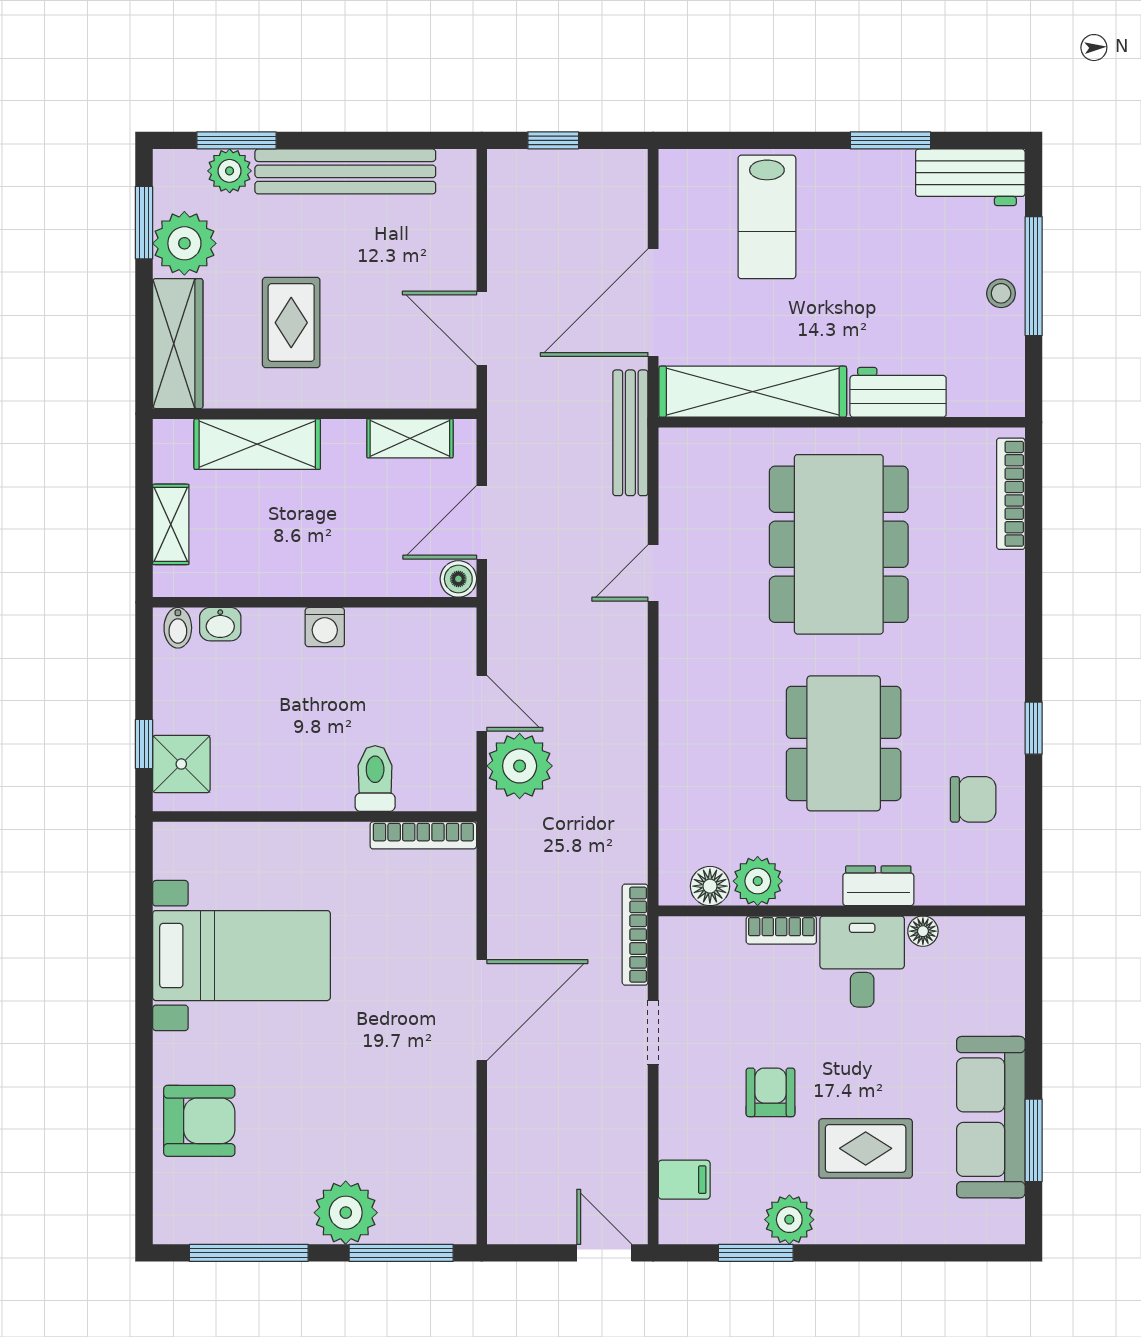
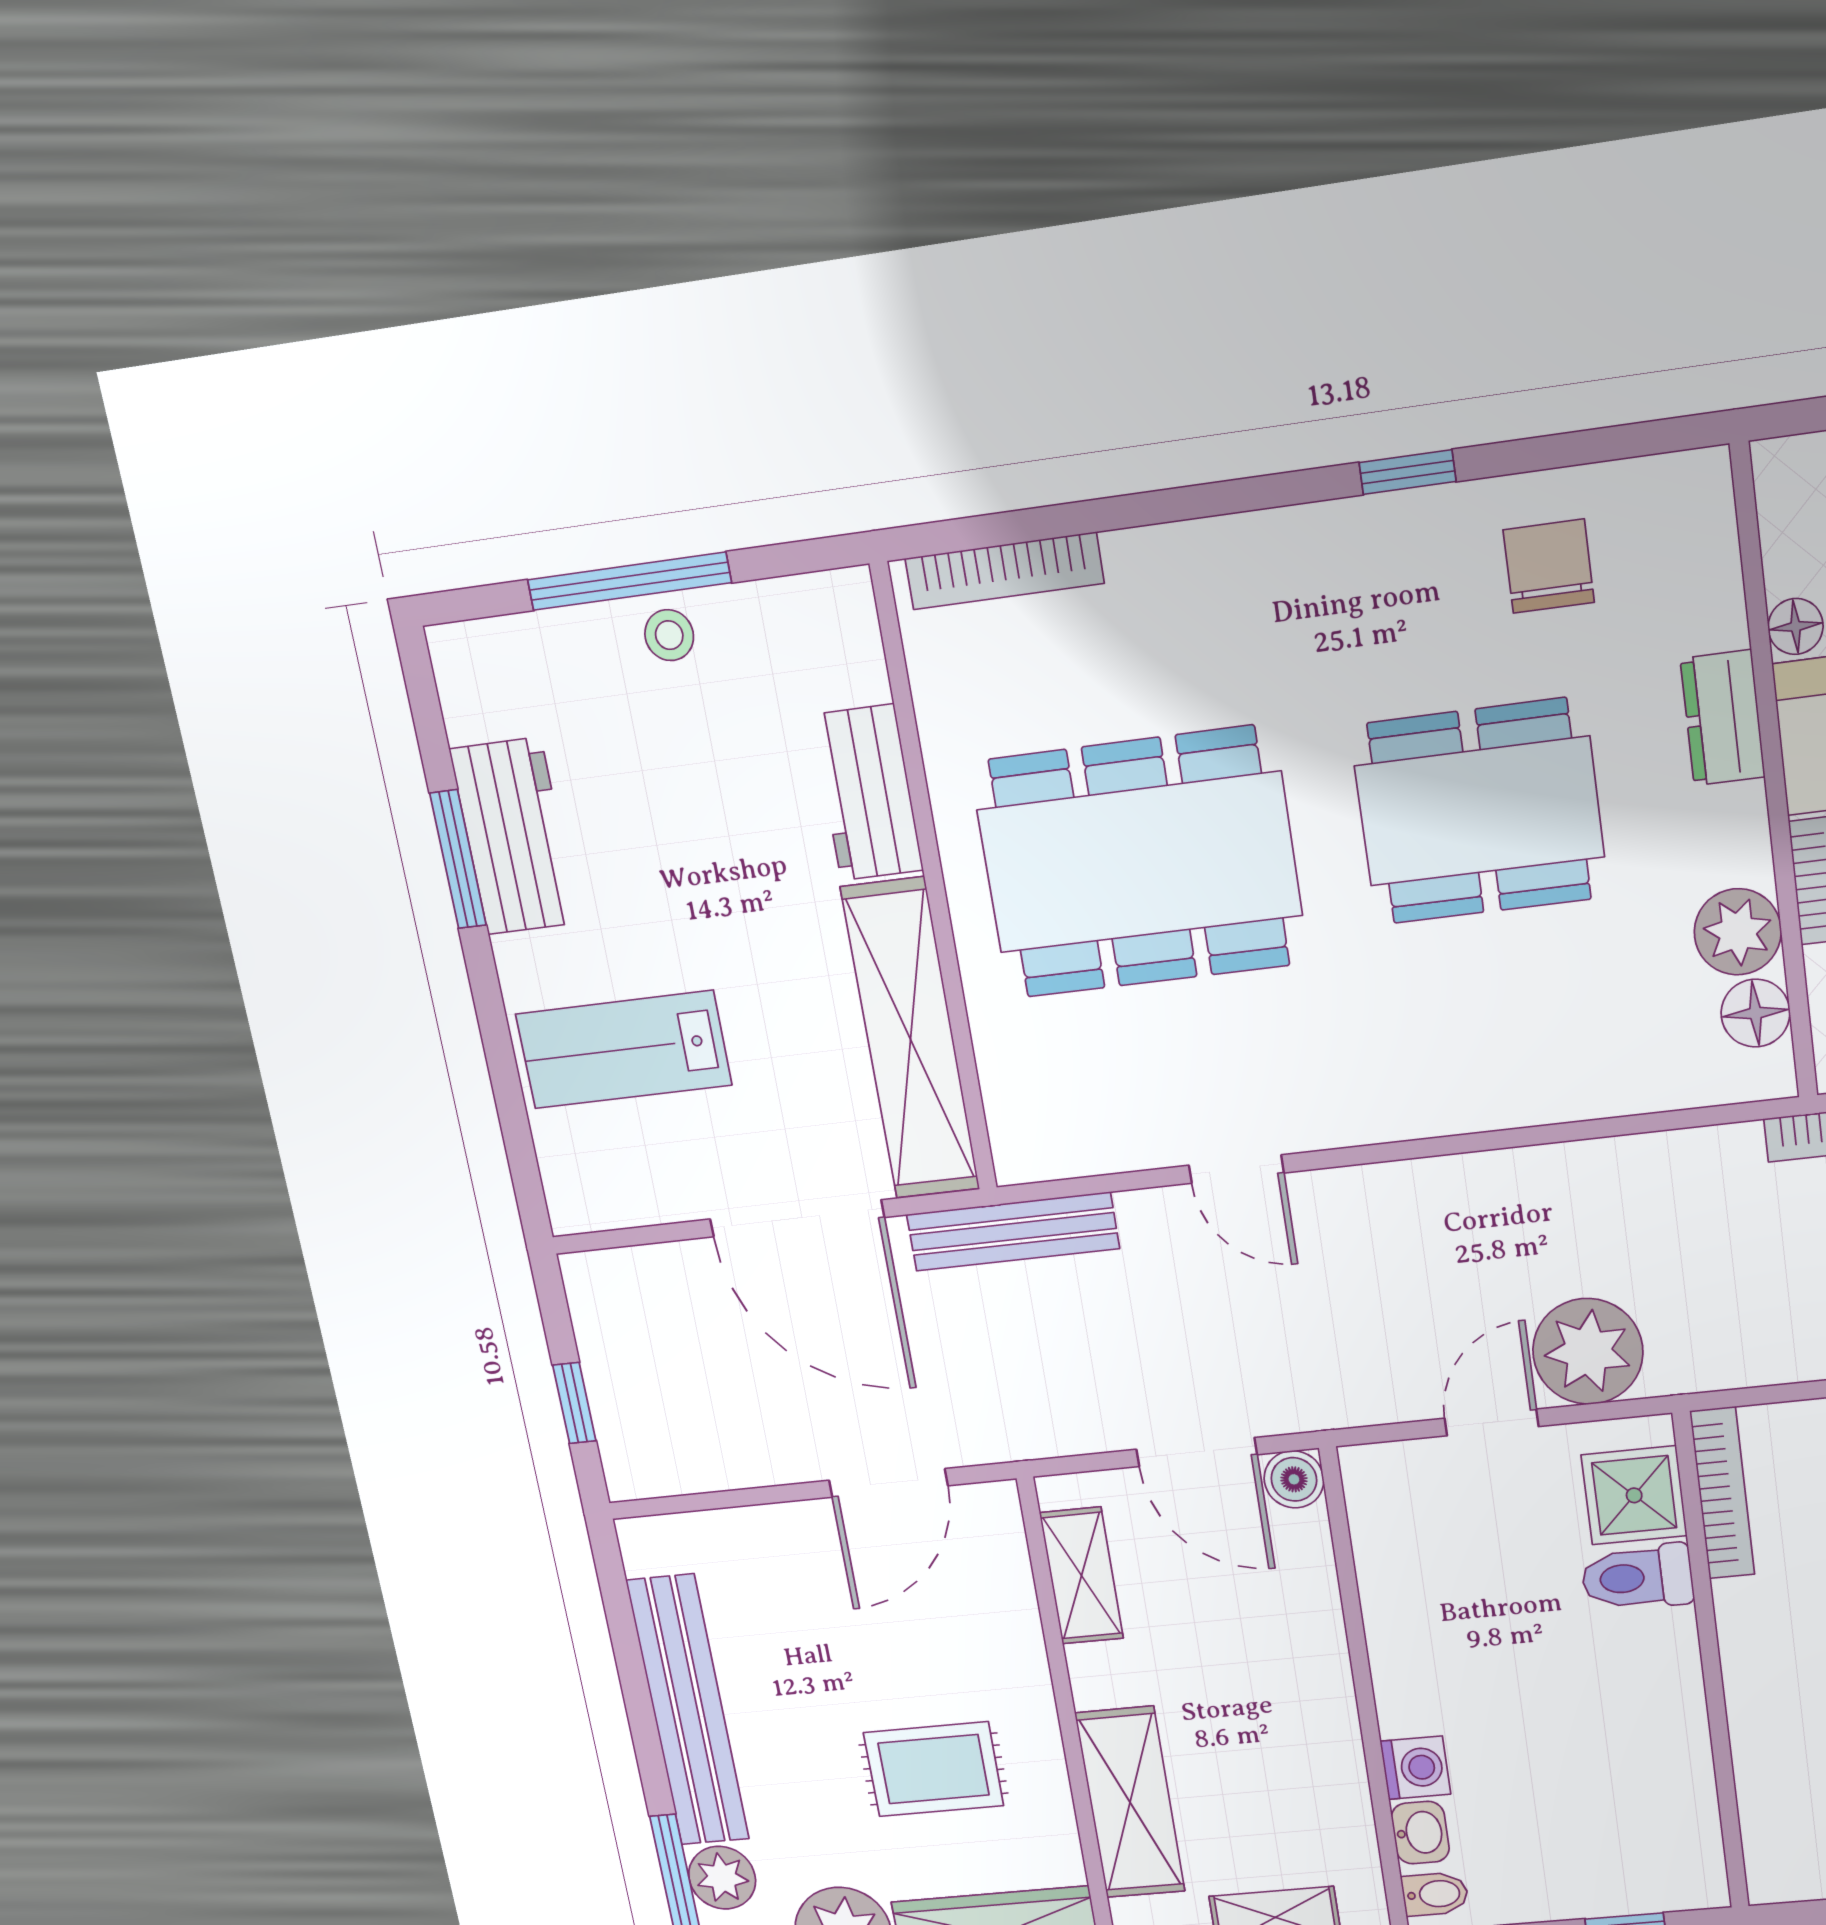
workbench: (970, 177) -> (514, 836), moved
lab bench: (767, 217) -> (624, 1050), turned 180
washing machine: (325, 627) -> (1415, 1768), moved
shower: (181, 764) -> (1634, 1495), moved

